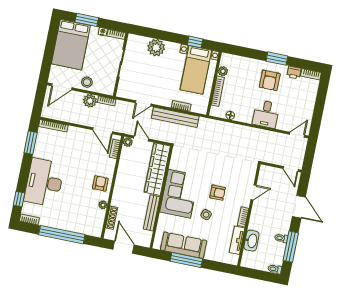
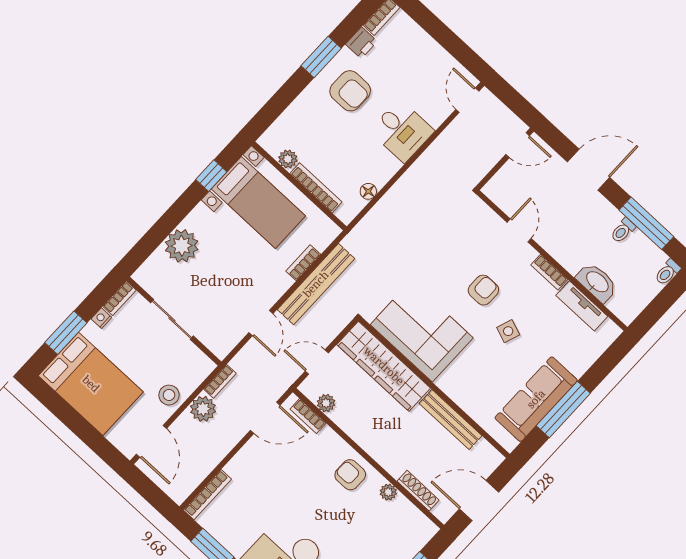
plant: (128, 142) -> (326, 403), moved
corner sofa: (179, 194) -> (422, 331), moved

